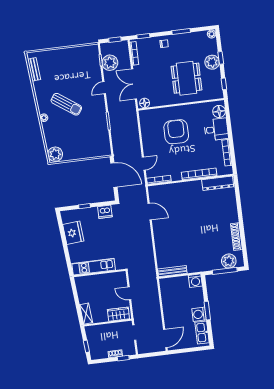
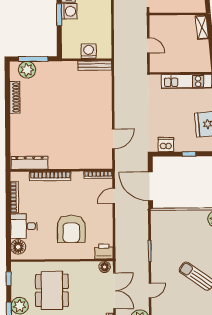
printer: (147, 116) -> (104, 251), added
door: (150, 211) -> (113, 139), swing flipped
washing machine: (195, 281) -> (89, 51), moved
wardrobe: (118, 314) -> (164, 22), removed

